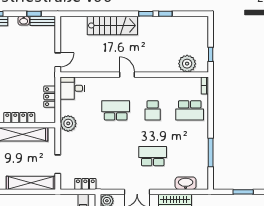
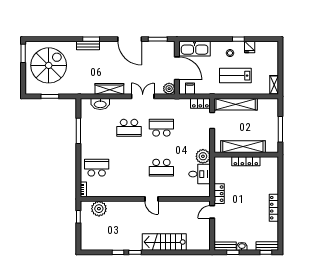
desk: (72, 88) -> (199, 174), moved
locker: (50, 97) -> (219, 194), moved
school desk: (153, 110) -> (161, 128), moved, width x1.85
locker: (85, 184) -> (200, 103), moved

